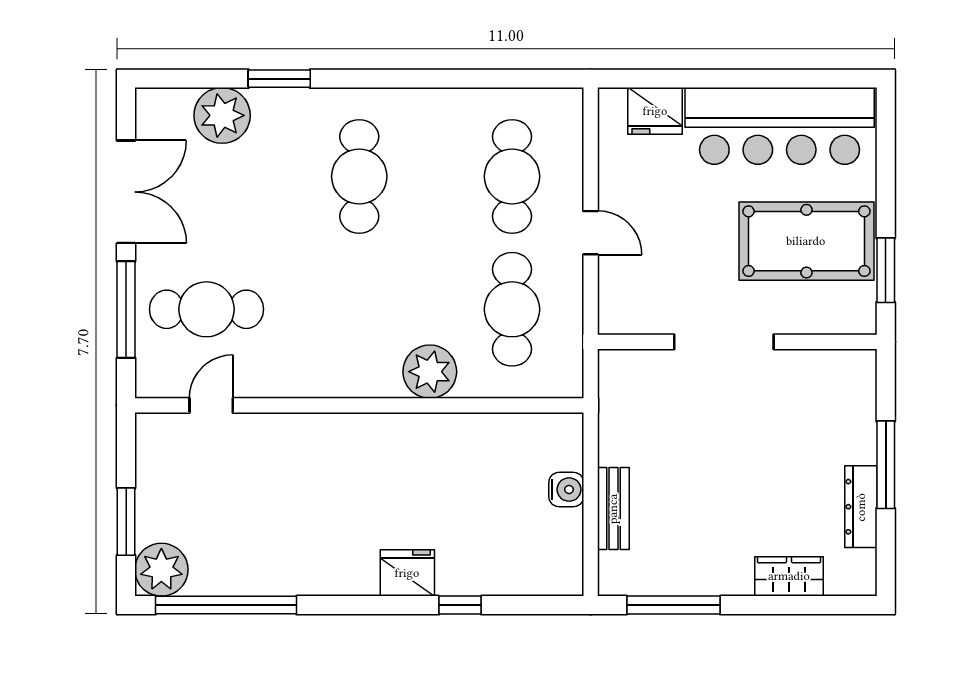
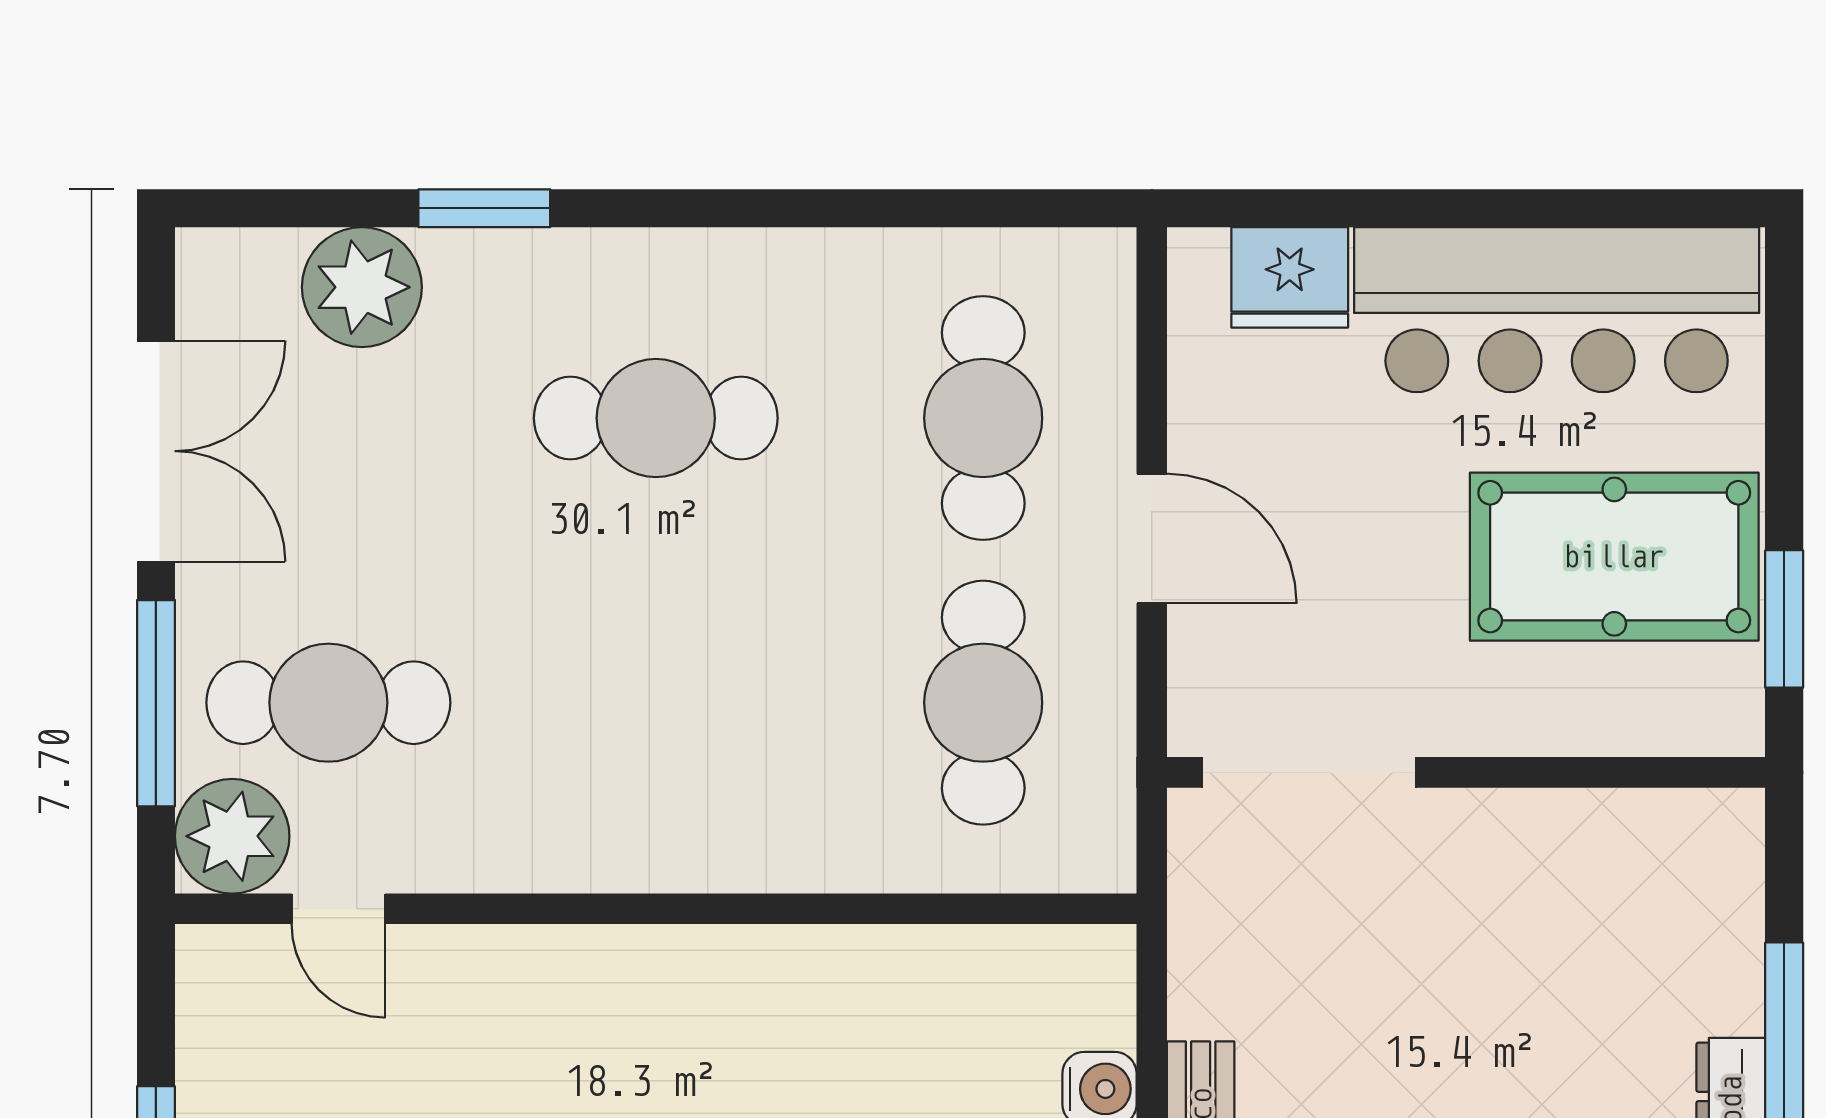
cafe table: (359, 176) -> (656, 418), turned 90
door: (591, 233) -> (1152, 538), width x1.38
doorway: (724, 342) -> (1309, 772), moved
plant: (430, 372) -> (232, 836), moved
door: (211, 405) -> (338, 909), swing flipped

